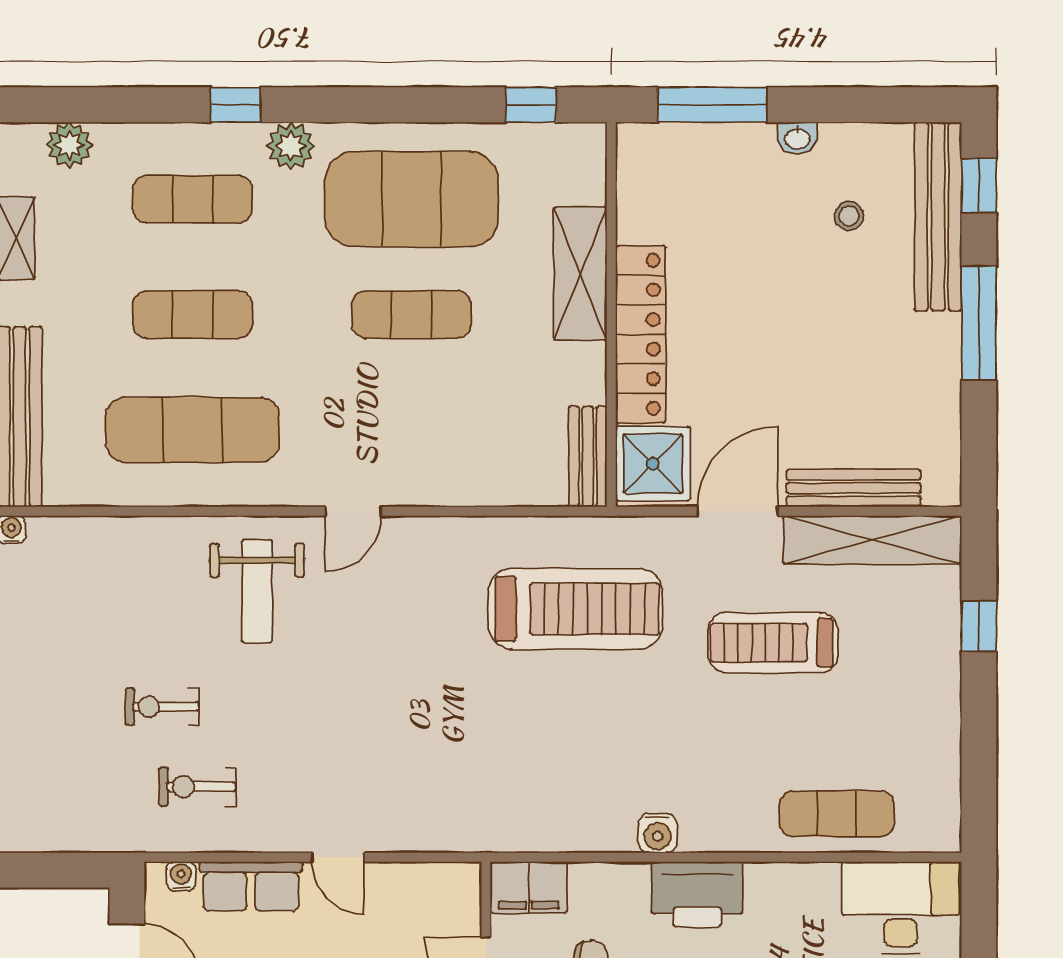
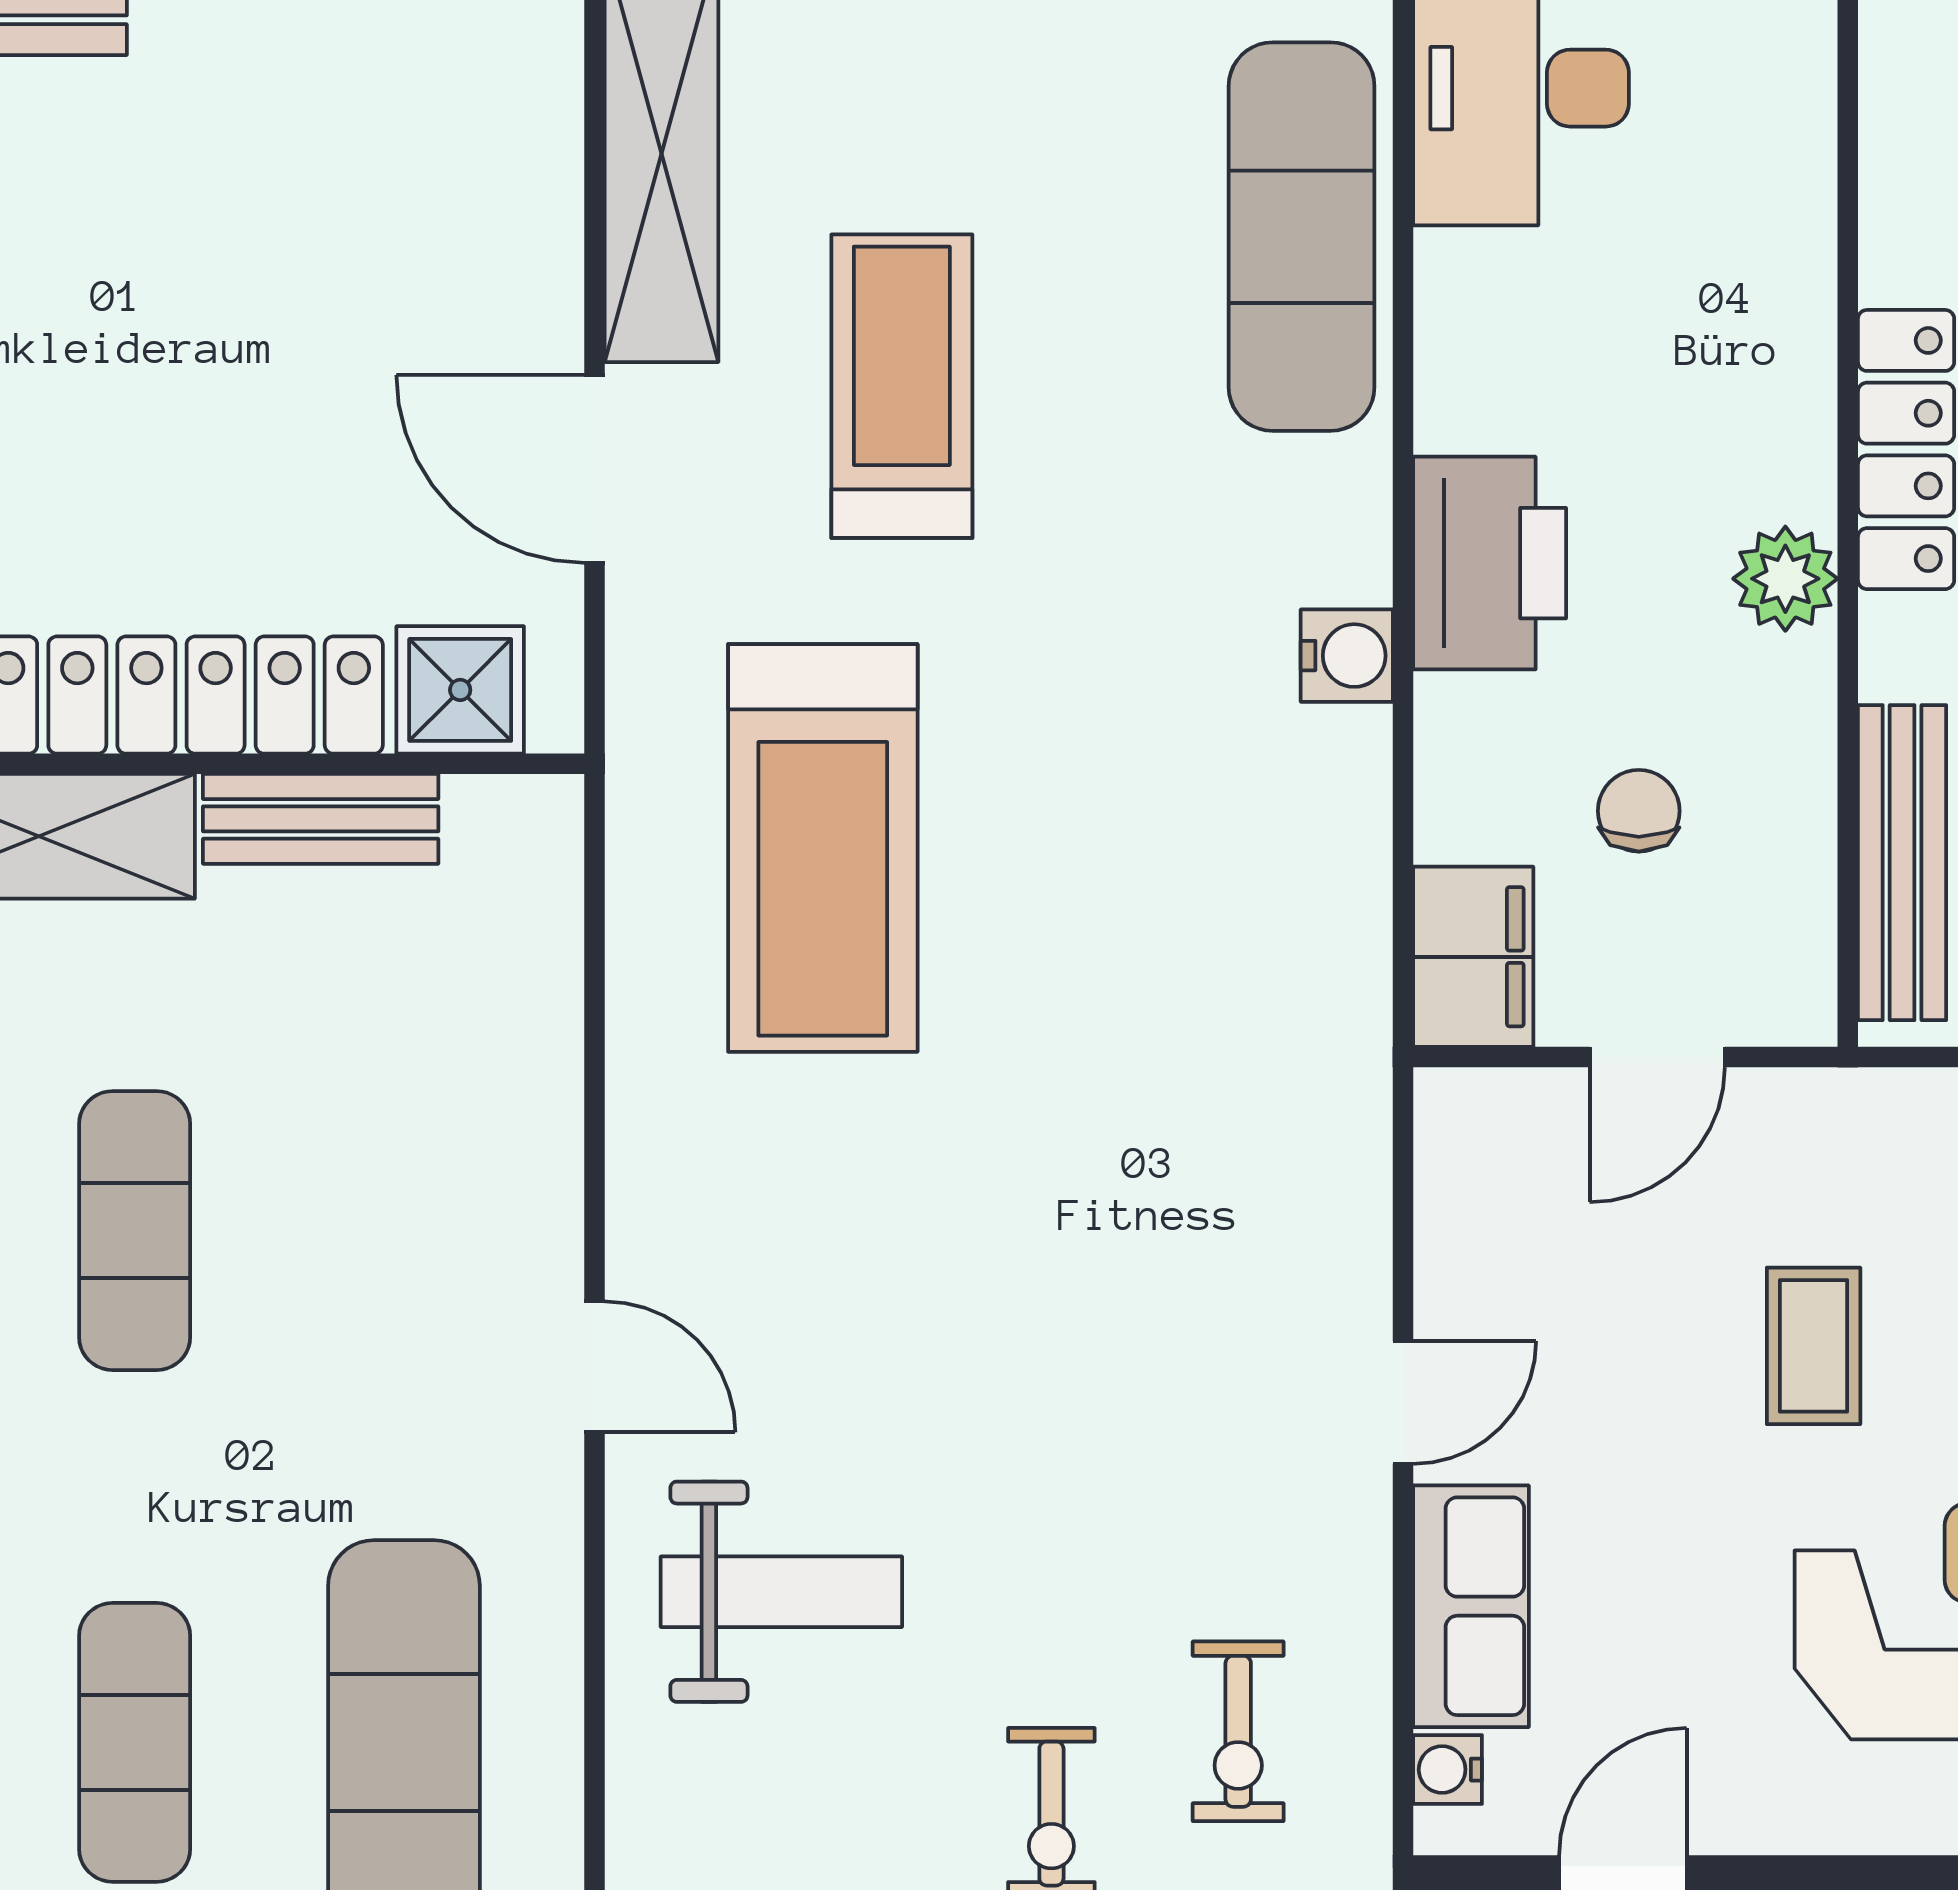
bench: (588, 457) -> (321, 819), moved
shower: (653, 464) -> (460, 690), width x0.73, depth x0.73
bench: (853, 488) -> (540, 198), removed
treadmill: (575, 609) -> (823, 848), turned 180
treadmill: (773, 643) -> (902, 386), turned 180
exercise mat: (837, 814) -> (1302, 237), width x1.36, depth x1.45

